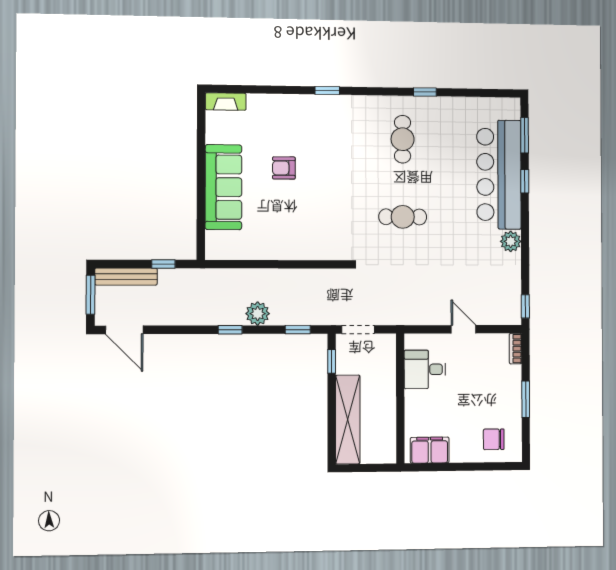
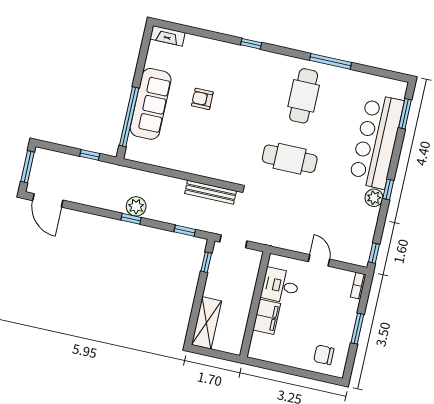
window: (425, 92) -> (331, 61), width x2.17
cafe table: (403, 139) -> (304, 96), width x1.37, depth x1.35
window: (525, 181) -> (388, 189), moved
window: (201, 208) -> (129, 117), added
cafe table: (403, 217) -> (290, 159), width x1.37, depth x1.35
bench: (126, 277) -> (211, 192), moved
plant: (258, 314) -> (136, 206), moved
shelving: (348, 419) -> (206, 323), width x0.68
filing cabinet: (430, 450) -> (267, 317), moved, turned 90

